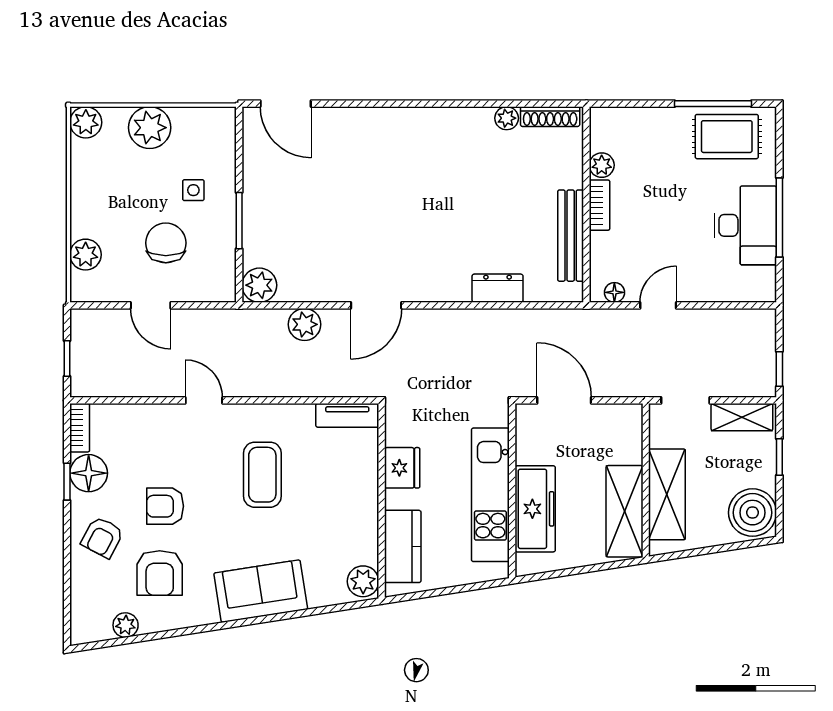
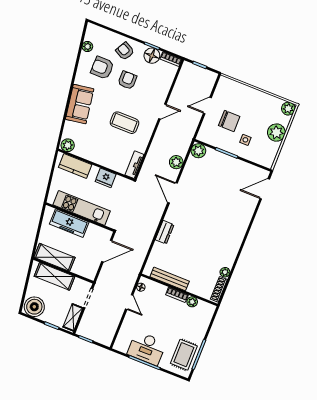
plant: (86, 255) -> (237, 88), removed
dresser: (498, 288) -> (165, 232), moved

